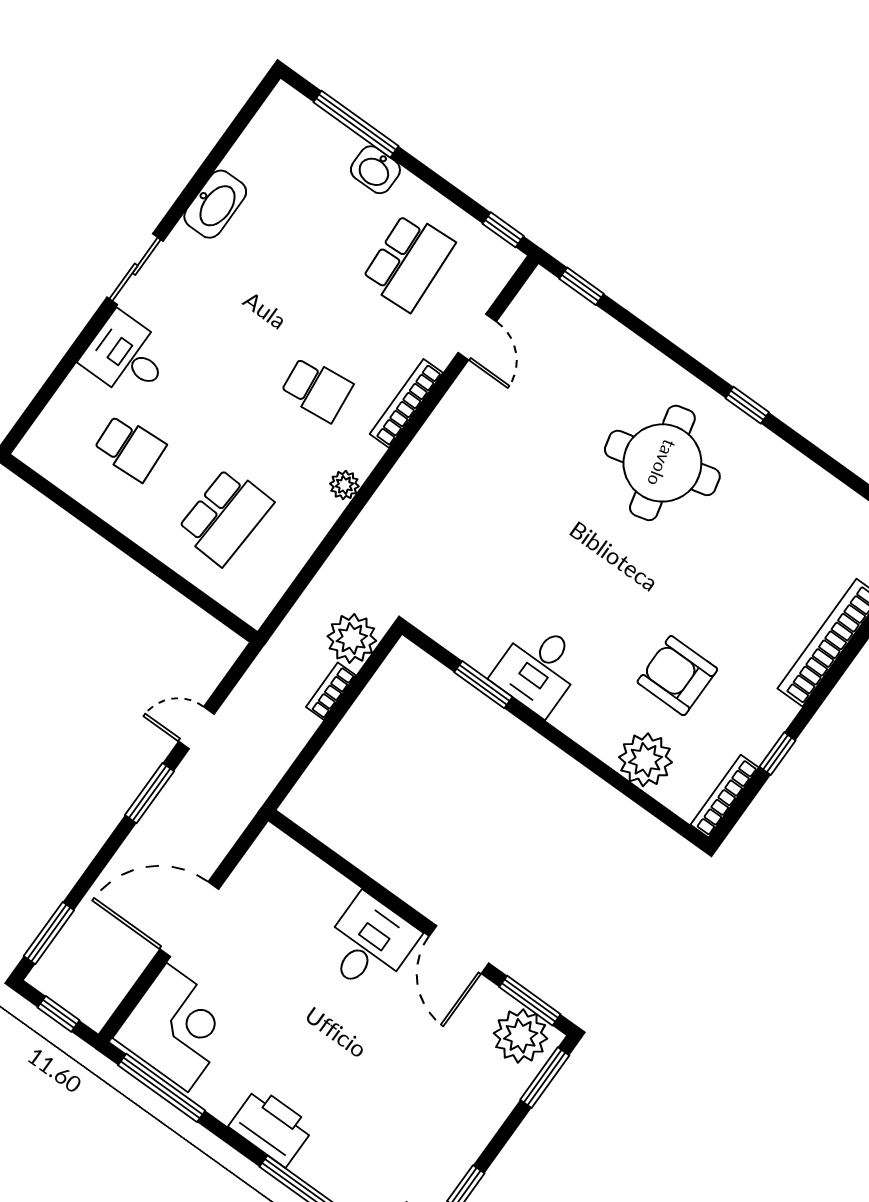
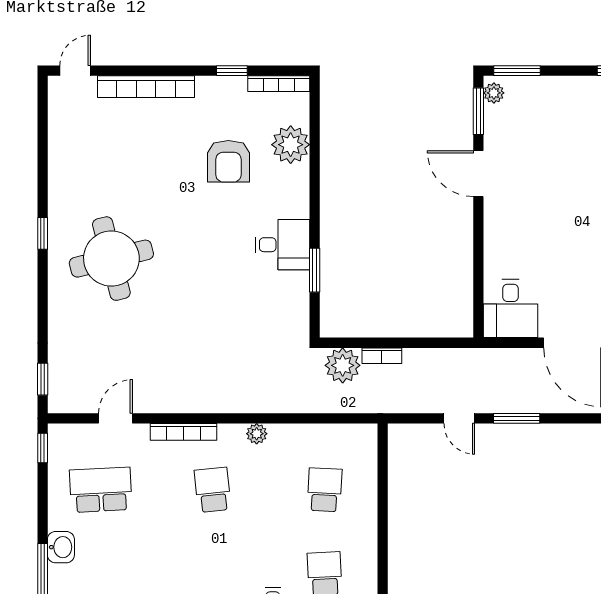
school desk: (225, 516) -> (325, 490), width x0.54
desk: (369, 944) -> (510, 309), moved, turned -90
door: (459, 950) -> (478, 174), swing flipped
plant: (521, 1036) -> (494, 93), width x0.53, depth x0.53

